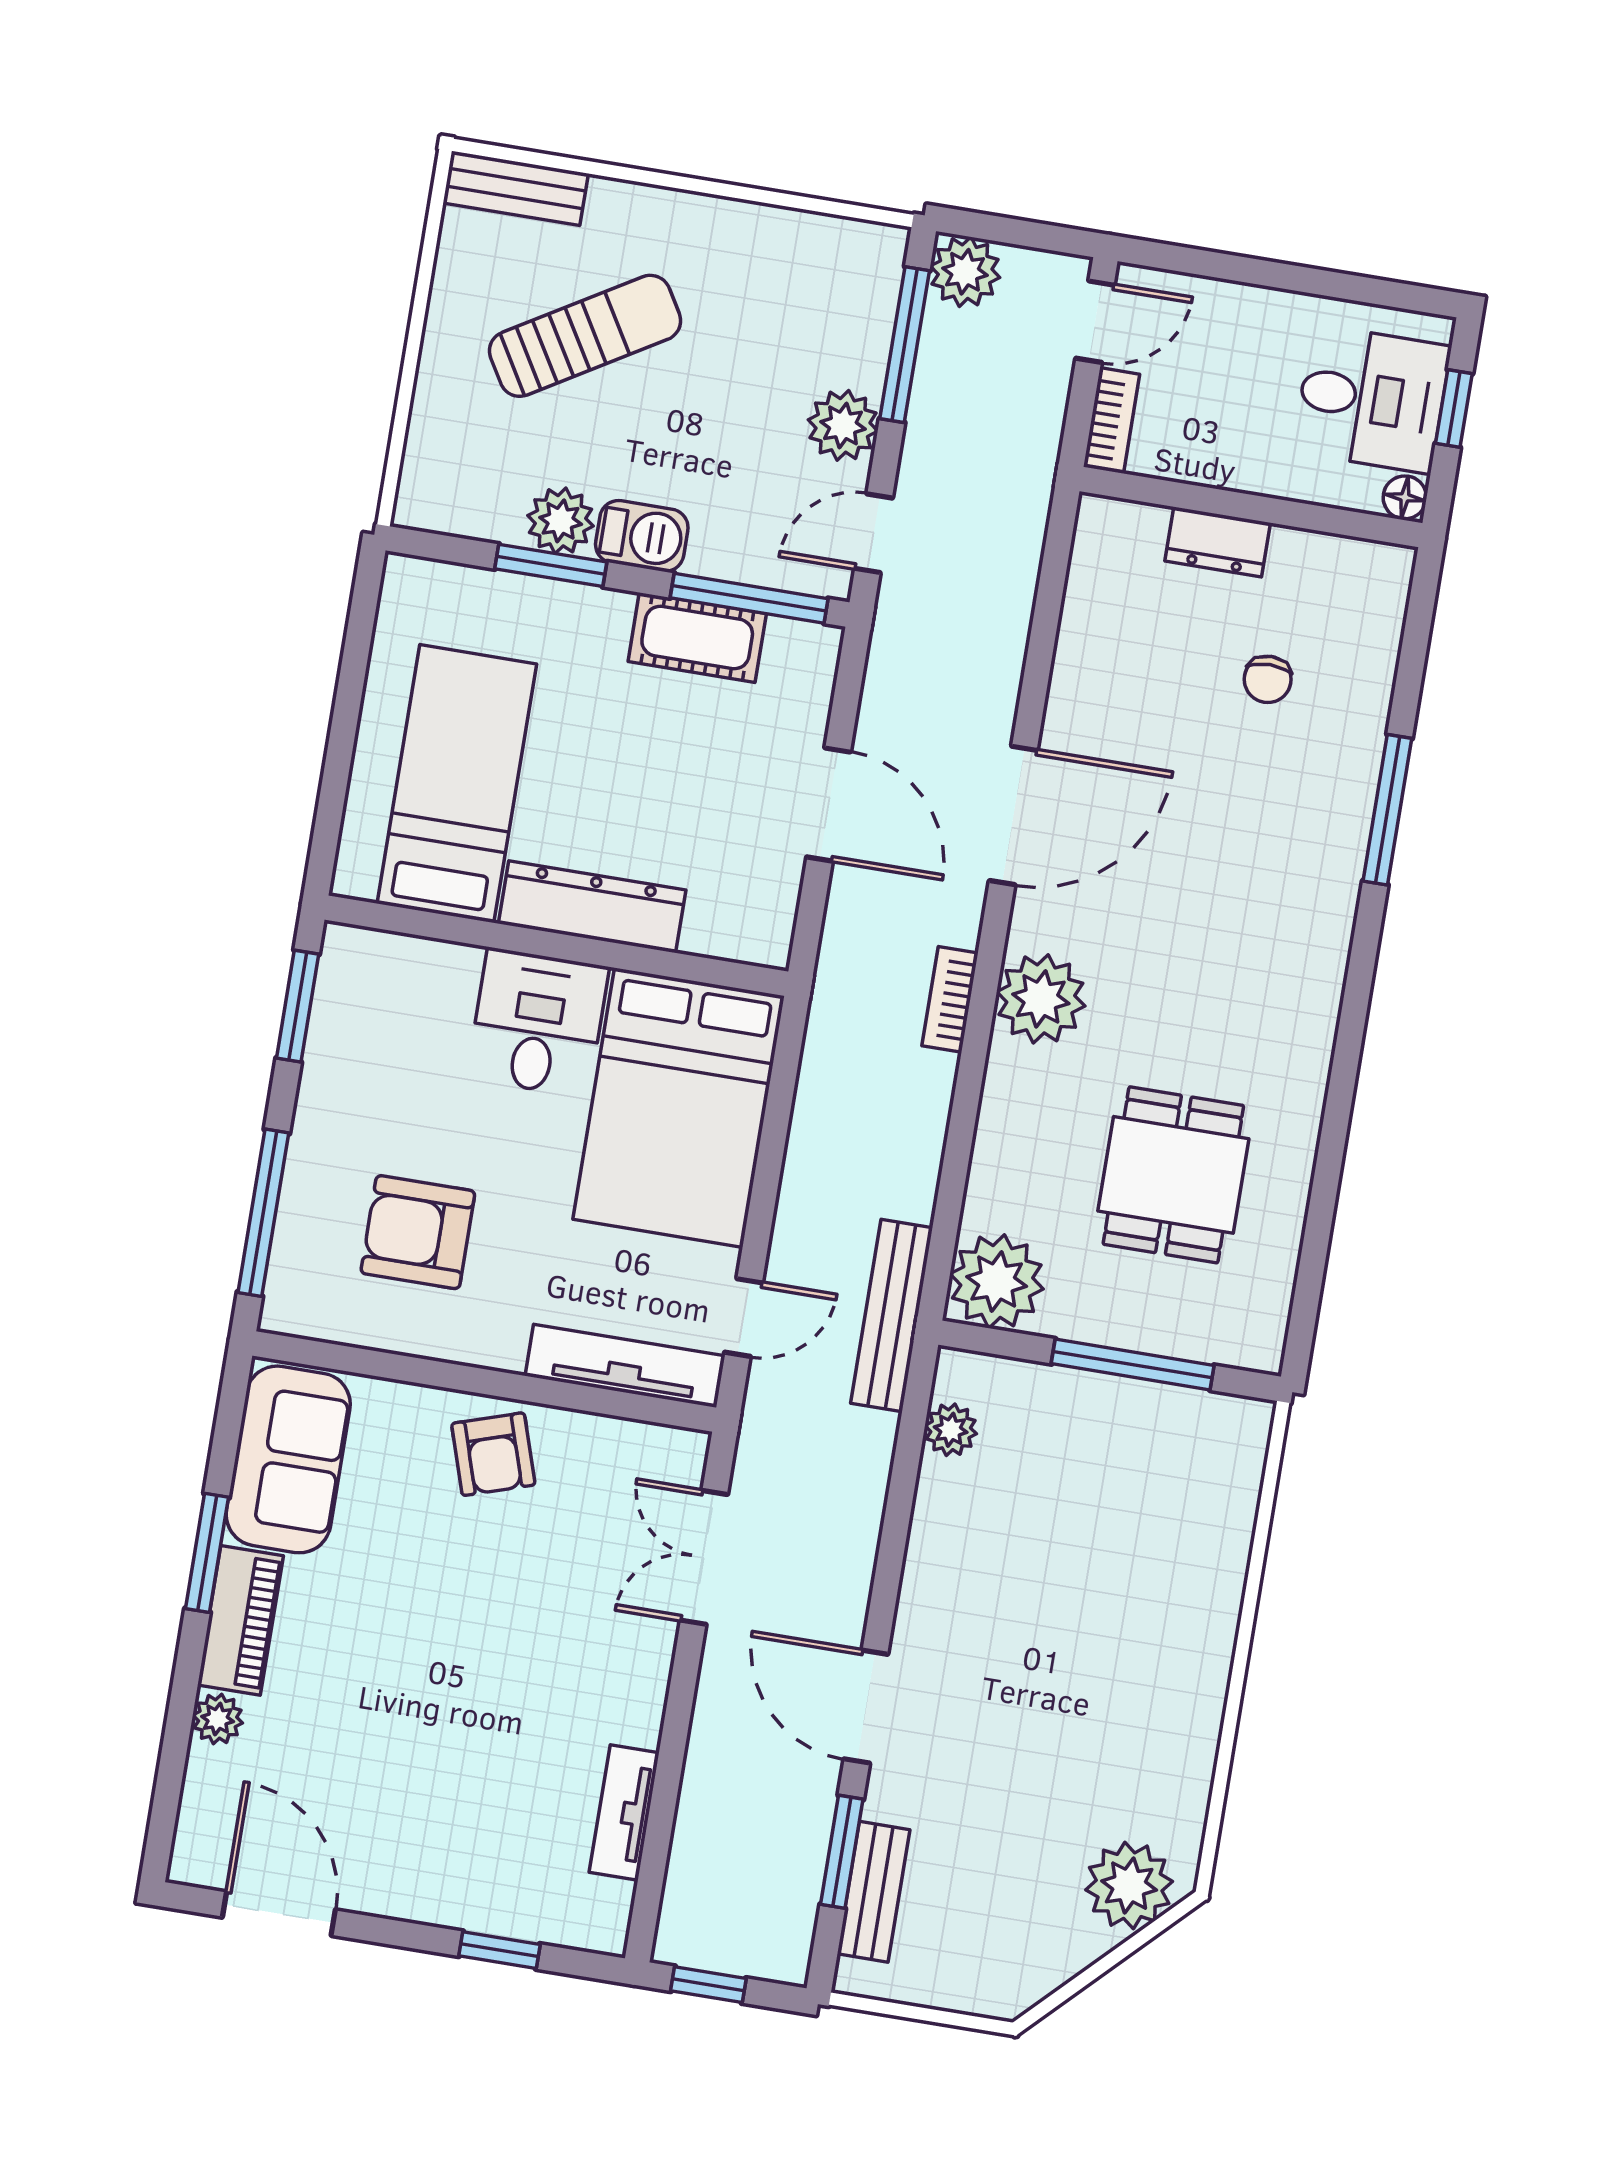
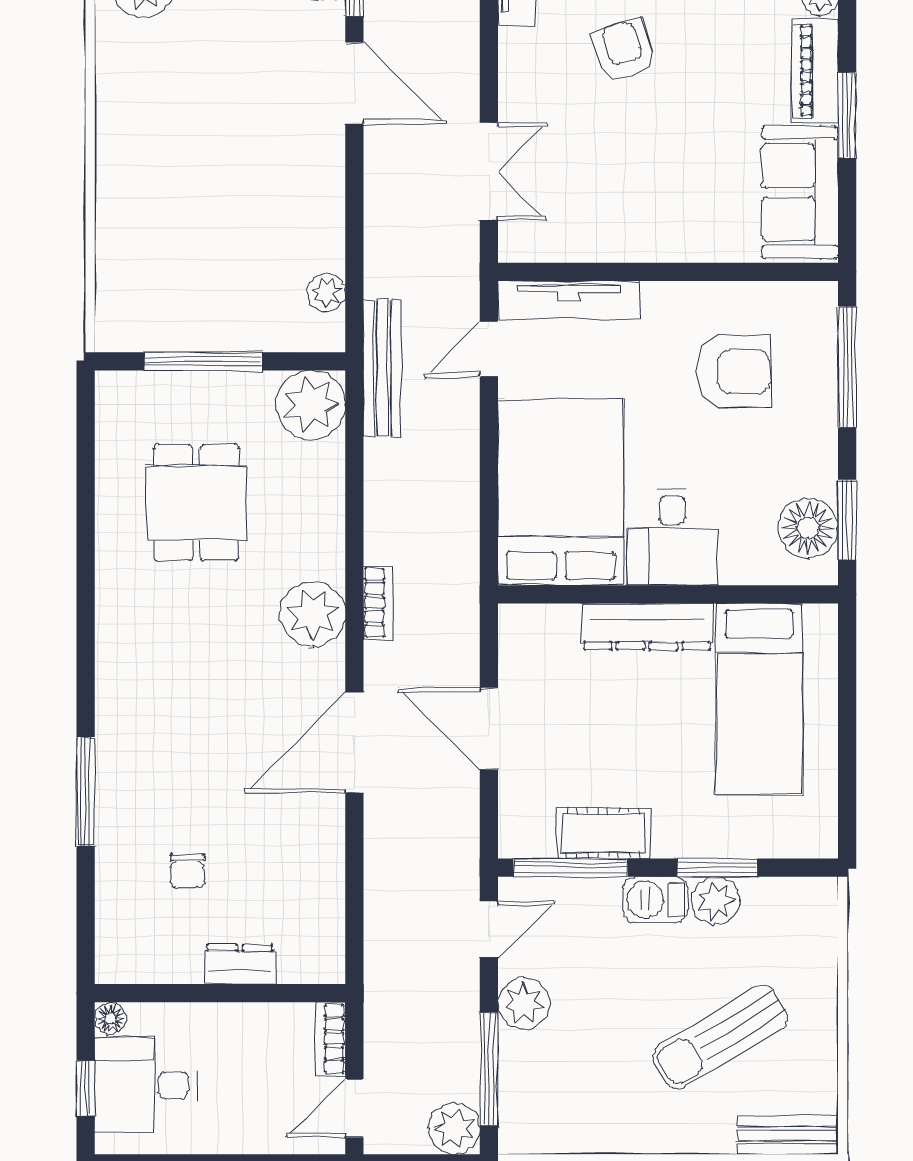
chair: (1268, 679) -> (187, 871), turned 180
floor lamp: (352, 1004) -> (808, 528), added
armchair: (493, 1454) -> (624, 50), moved

